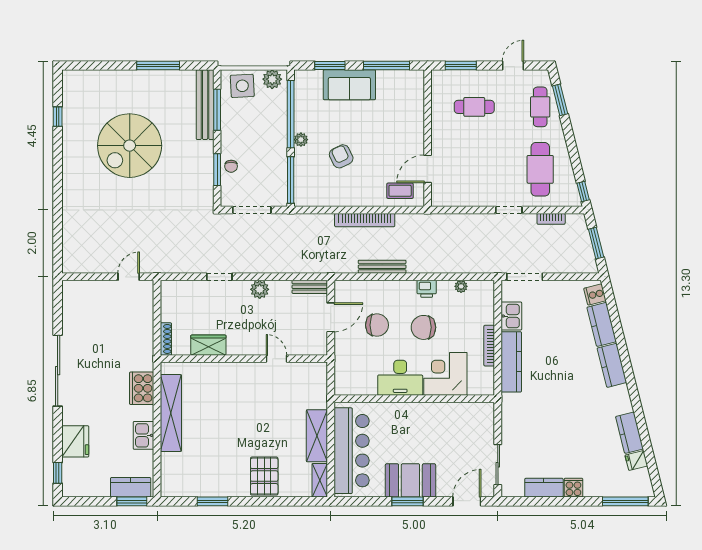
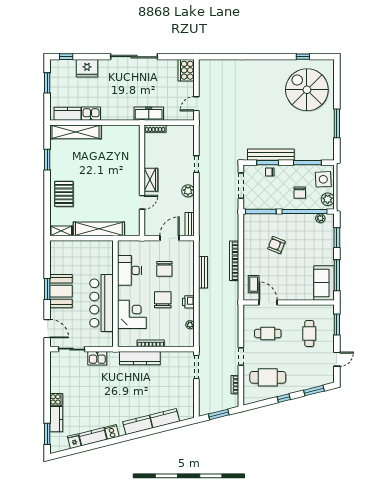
door: (513, 65) -> (337, 359), hinge flipped
sofa: (349, 85) -> (324, 283), moved
bench: (205, 105) -> (271, 155), moved
cafe table: (540, 107) -> (268, 334), moved
chair: (262, 121) -> (300, 193), added
plant: (301, 140) -> (320, 218), moved
spiral stairs: (130, 146) -> (307, 90), moved
armchair: (341, 156) -> (276, 245), turned -132
window: (583, 192) -> (284, 398), moved
door: (129, 277) -> (196, 104), swing flipped
cooker: (595, 295) -> (112, 432), moved
kitchen sink: (511, 316) -> (97, 358), moved
door: (331, 317) -> (169, 238), swing flipped
wardrobe: (208, 345) -> (151, 180), moved
freezer: (143, 349) -> (149, 114), added
desk: (400, 378) -> (129, 270), moved
cooker: (142, 388) -> (186, 70), moved, turned -90
shelving: (171, 413) -> (75, 132), moved
shelving: (317, 436) -> (99, 229), width x1.47
bar counter: (352, 451) -> (102, 303), moved, turned 90
pallet: (264, 476) -> (64, 194), turned 90
kitchen counter: (131, 487) -> (68, 114), moved, turned -90
kitchen counter: (544, 488) -> (56, 419), moved
window: (132, 501) -> (47, 83), moved
window: (625, 501) -> (47, 434), width x0.69

